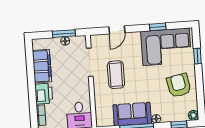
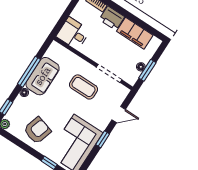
window: (158, 27) -> (103, 139), moved
door: (117, 30) -> (119, 115), swing flipped
armchair: (179, 85) -> (37, 130), turned -62

